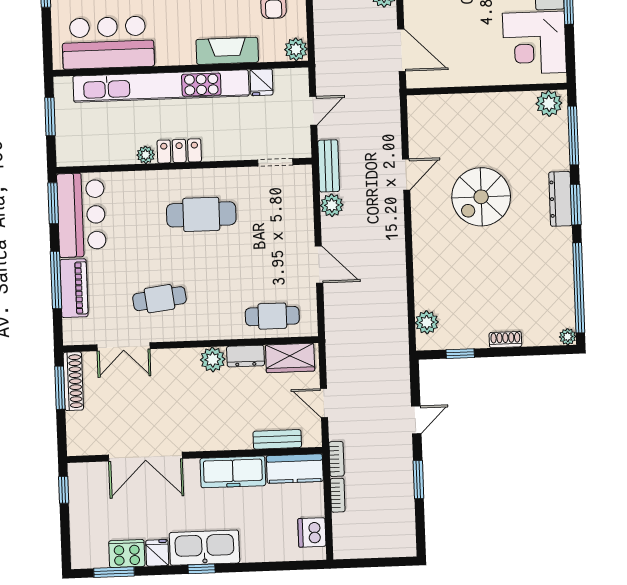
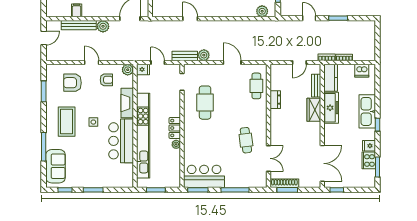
bar counter: (108, 43) -> (121, 141), moved
fridge: (261, 82) -> (143, 69), moved
cafe table: (201, 214) -> (205, 103), moved
door: (319, 264) -> (232, 62), hinge flipped
piano: (74, 288) -> (239, 181), removed
wardrobe: (290, 358) -> (314, 110), moved, turned 180
plant: (213, 359) -> (276, 116), removed
double door: (145, 457) -> (322, 163), moved
kitchen sink: (204, 548) -> (367, 111), moved

